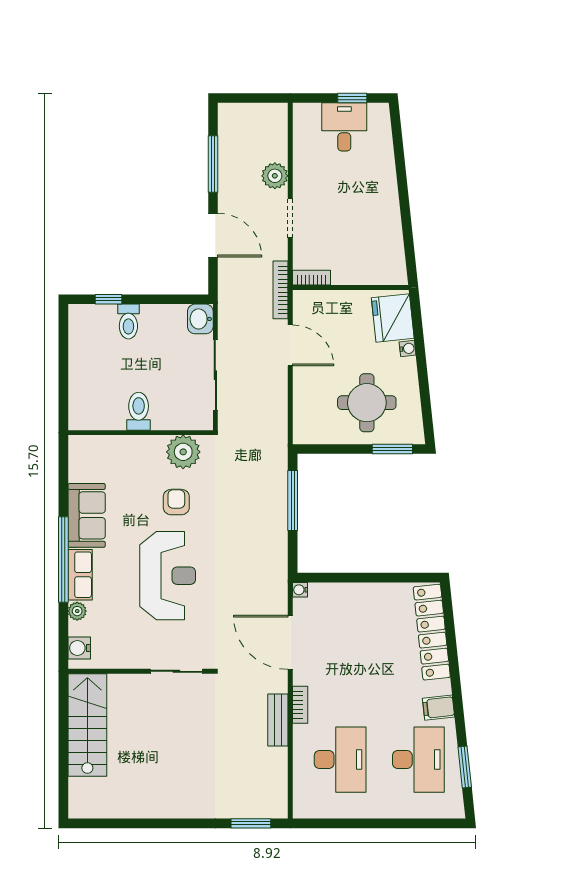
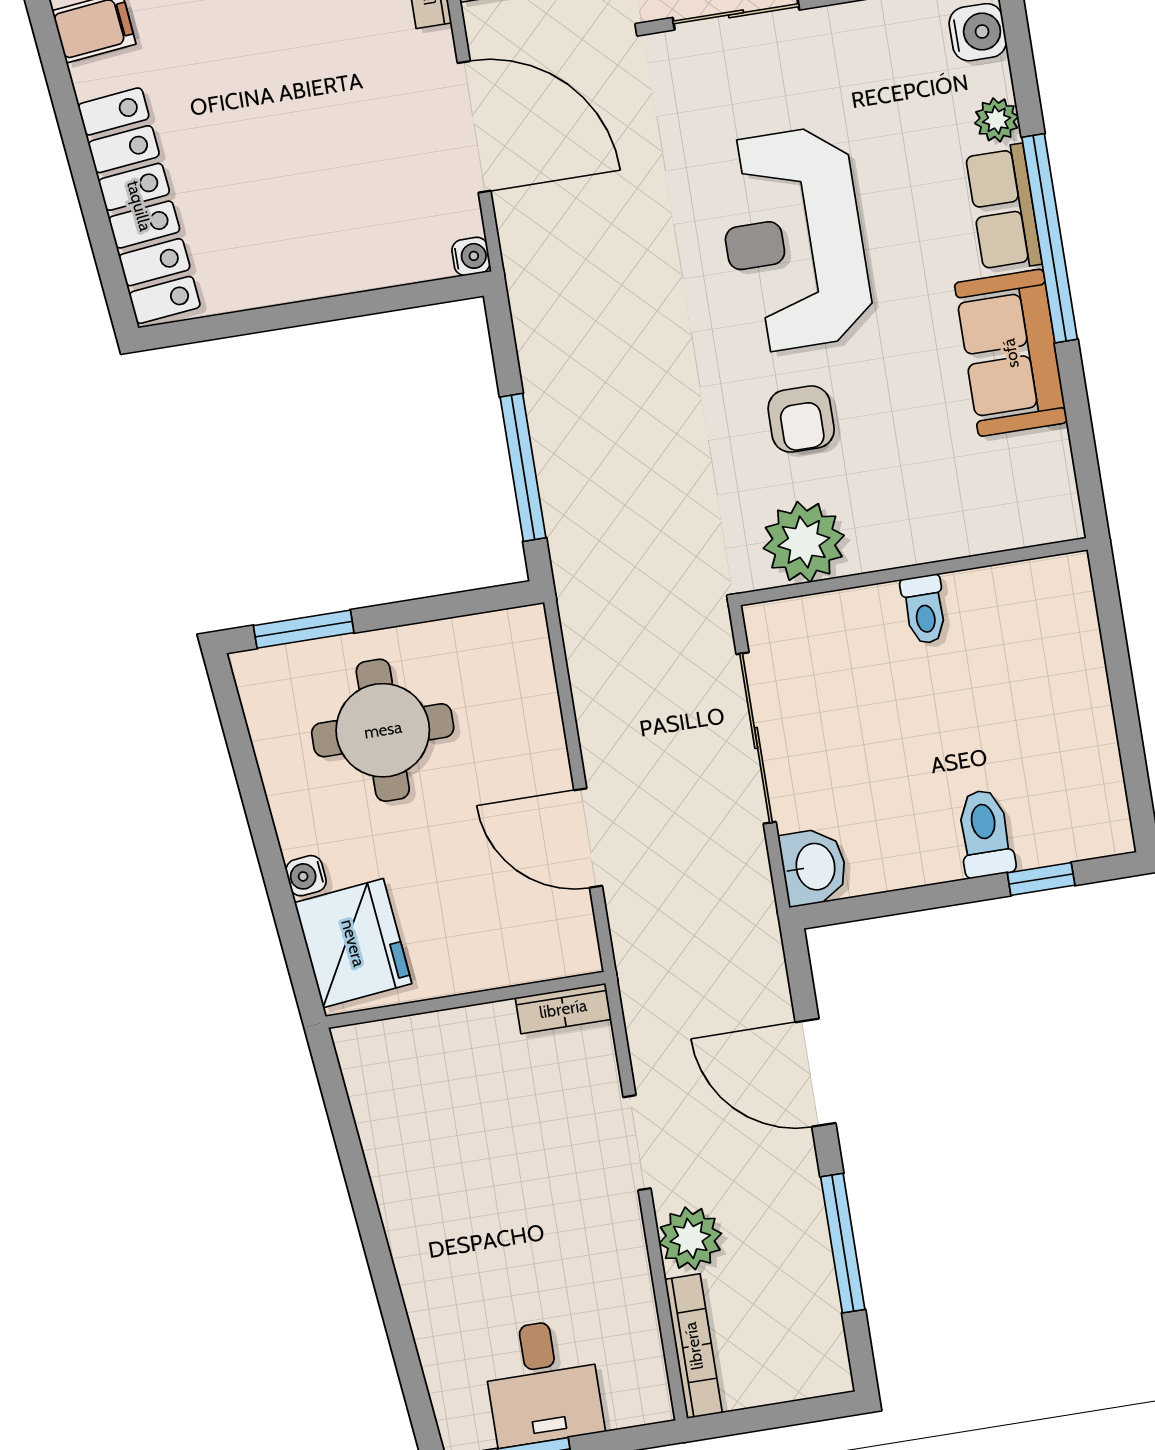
bookcase: (281, 290) -> (694, 1346), moved
toilet: (139, 411) -> (924, 609), width x0.73, depth x0.72

